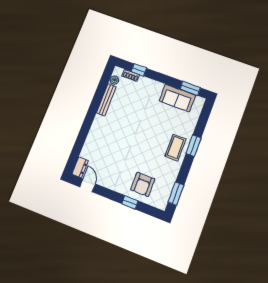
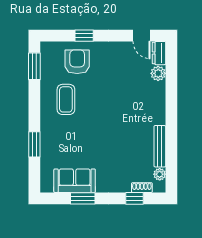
window: (190, 88) -> (83, 198), moved
window: (194, 146) -> (34, 144), moved
coffee table: (176, 148) -> (66, 99), moved
plant: (87, 153) -> (158, 73), added

